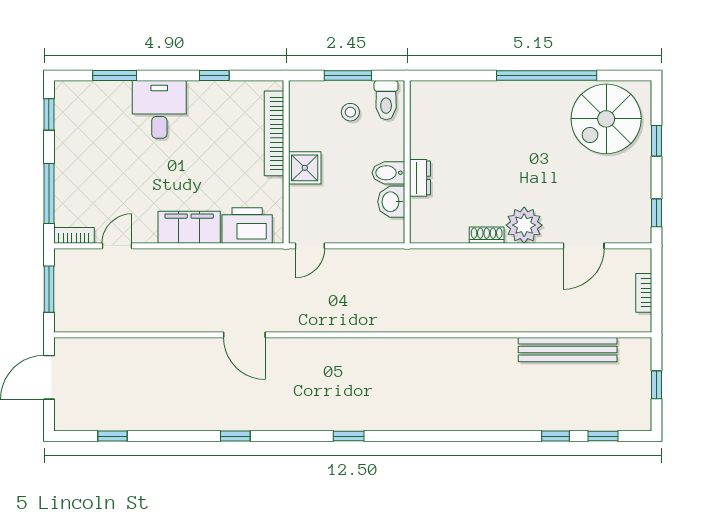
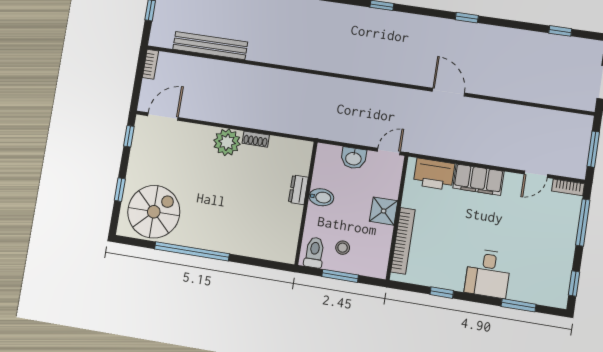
washbasin: (391, 202) -> (353, 158), moved, turned 90
door: (584, 246) -> (163, 117), moved
bookcase: (644, 293) -> (150, 64), moved

